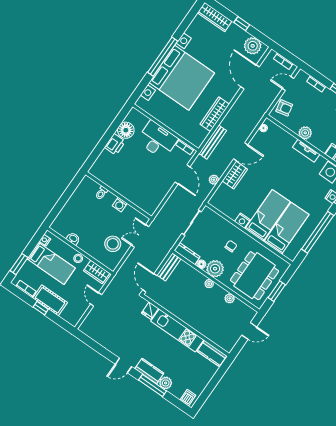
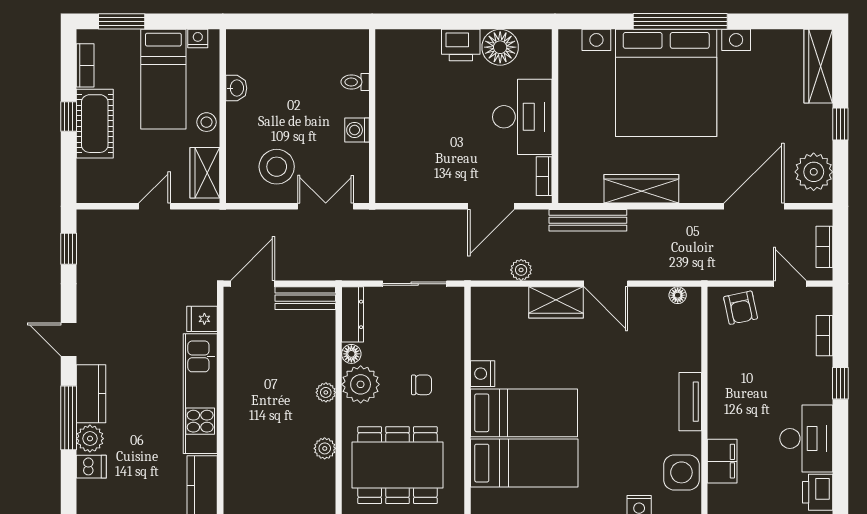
plant: (305, 133) -> (721, 377), removed
window: (90, 342) -> (69, 249), added
dishwasher: (188, 398) -> (91, 467), moved

